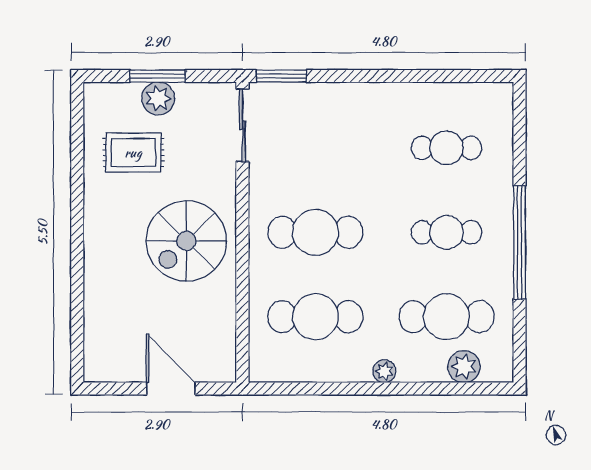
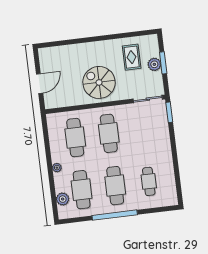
cafe table: (446, 232) -> (115, 186), width x1.37, depth x1.35

